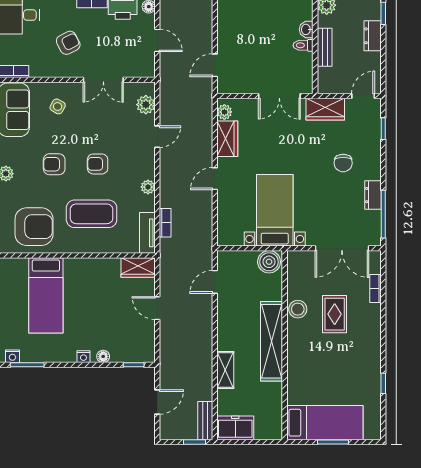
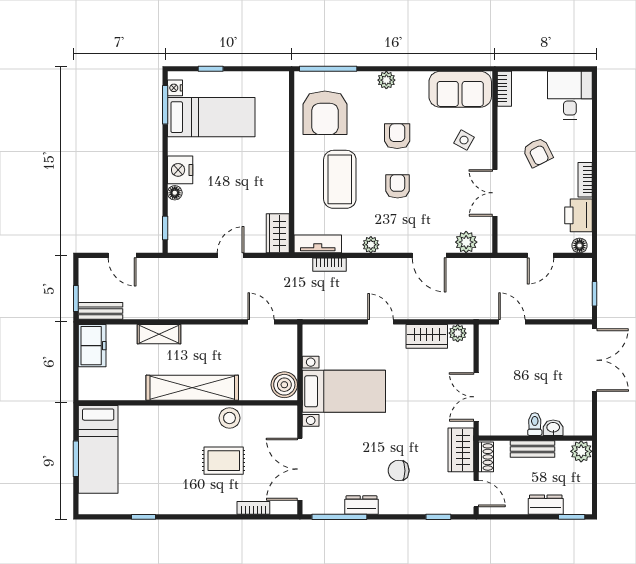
shoe rack: (331, 87) -> (486, 457), added
door: (157, 137) -> (429, 255), width x1.38
bed: (46, 295) -> (211, 117), moved, turned 180
nightstand: (83, 357) -> (180, 170), width x1.89, depth x1.79

